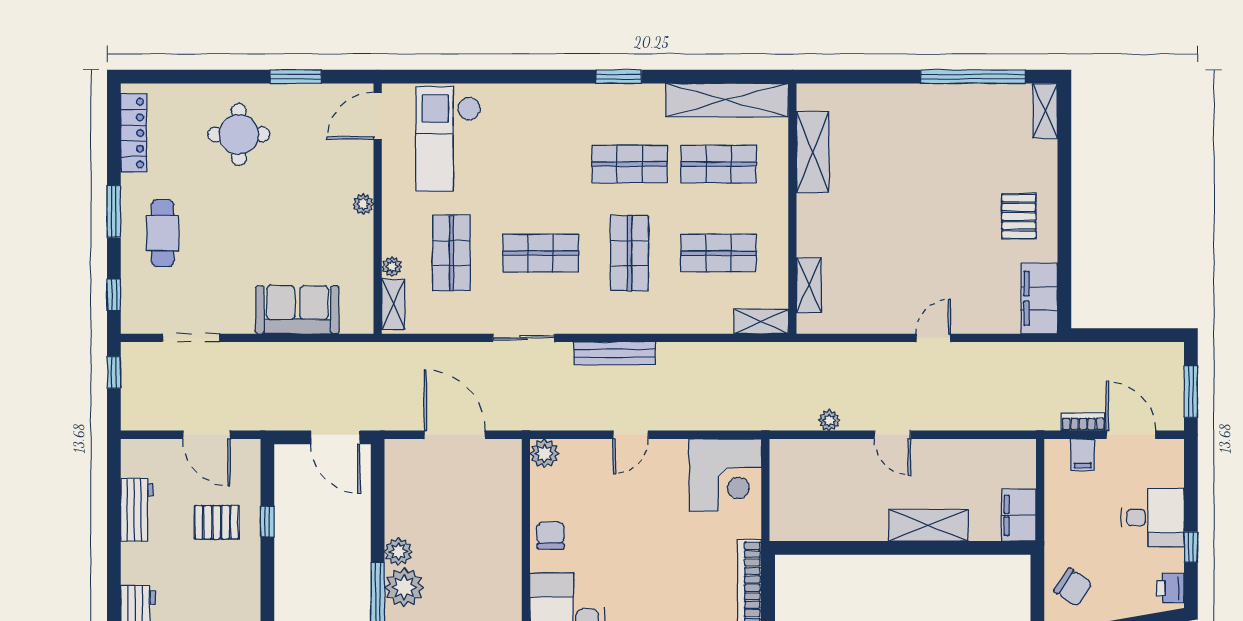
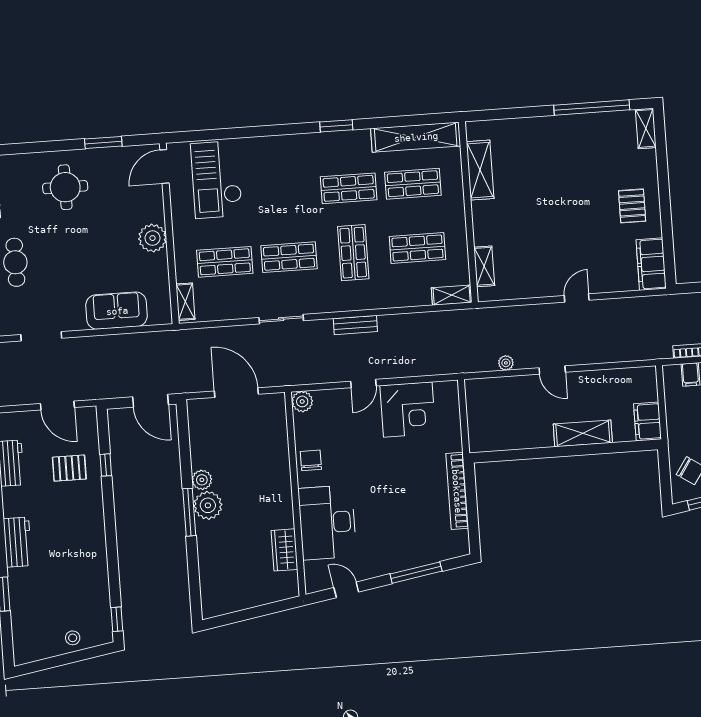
plant: (363, 204) -> (153, 238), width x1.87, depth x1.87
shop shelf: (451, 253) -> (225, 262), turned 90
plant: (392, 267) -> (182, 275), removed
bench: (615, 353) -> (355, 325), width x0.73
corner desk: (725, 475) -> (408, 410), moved

